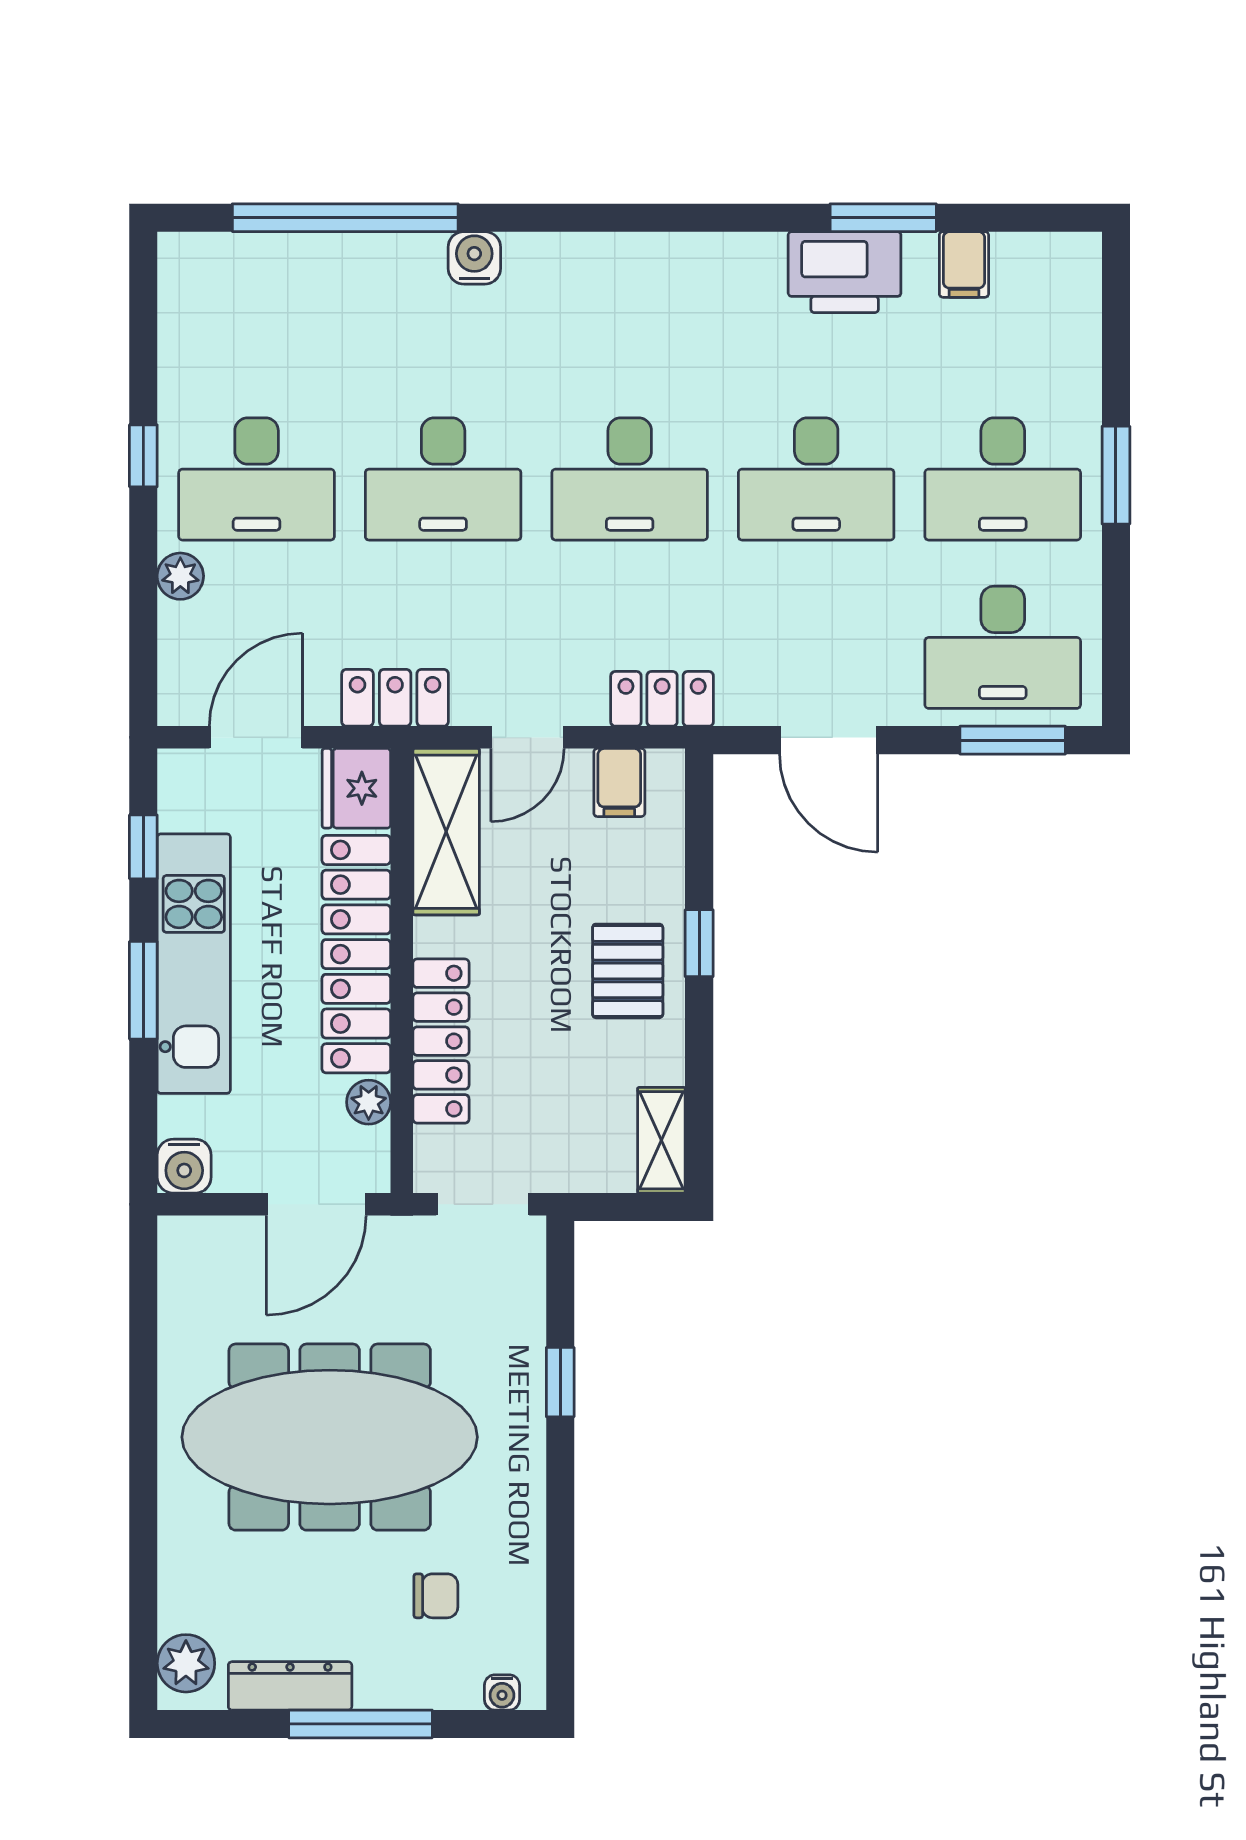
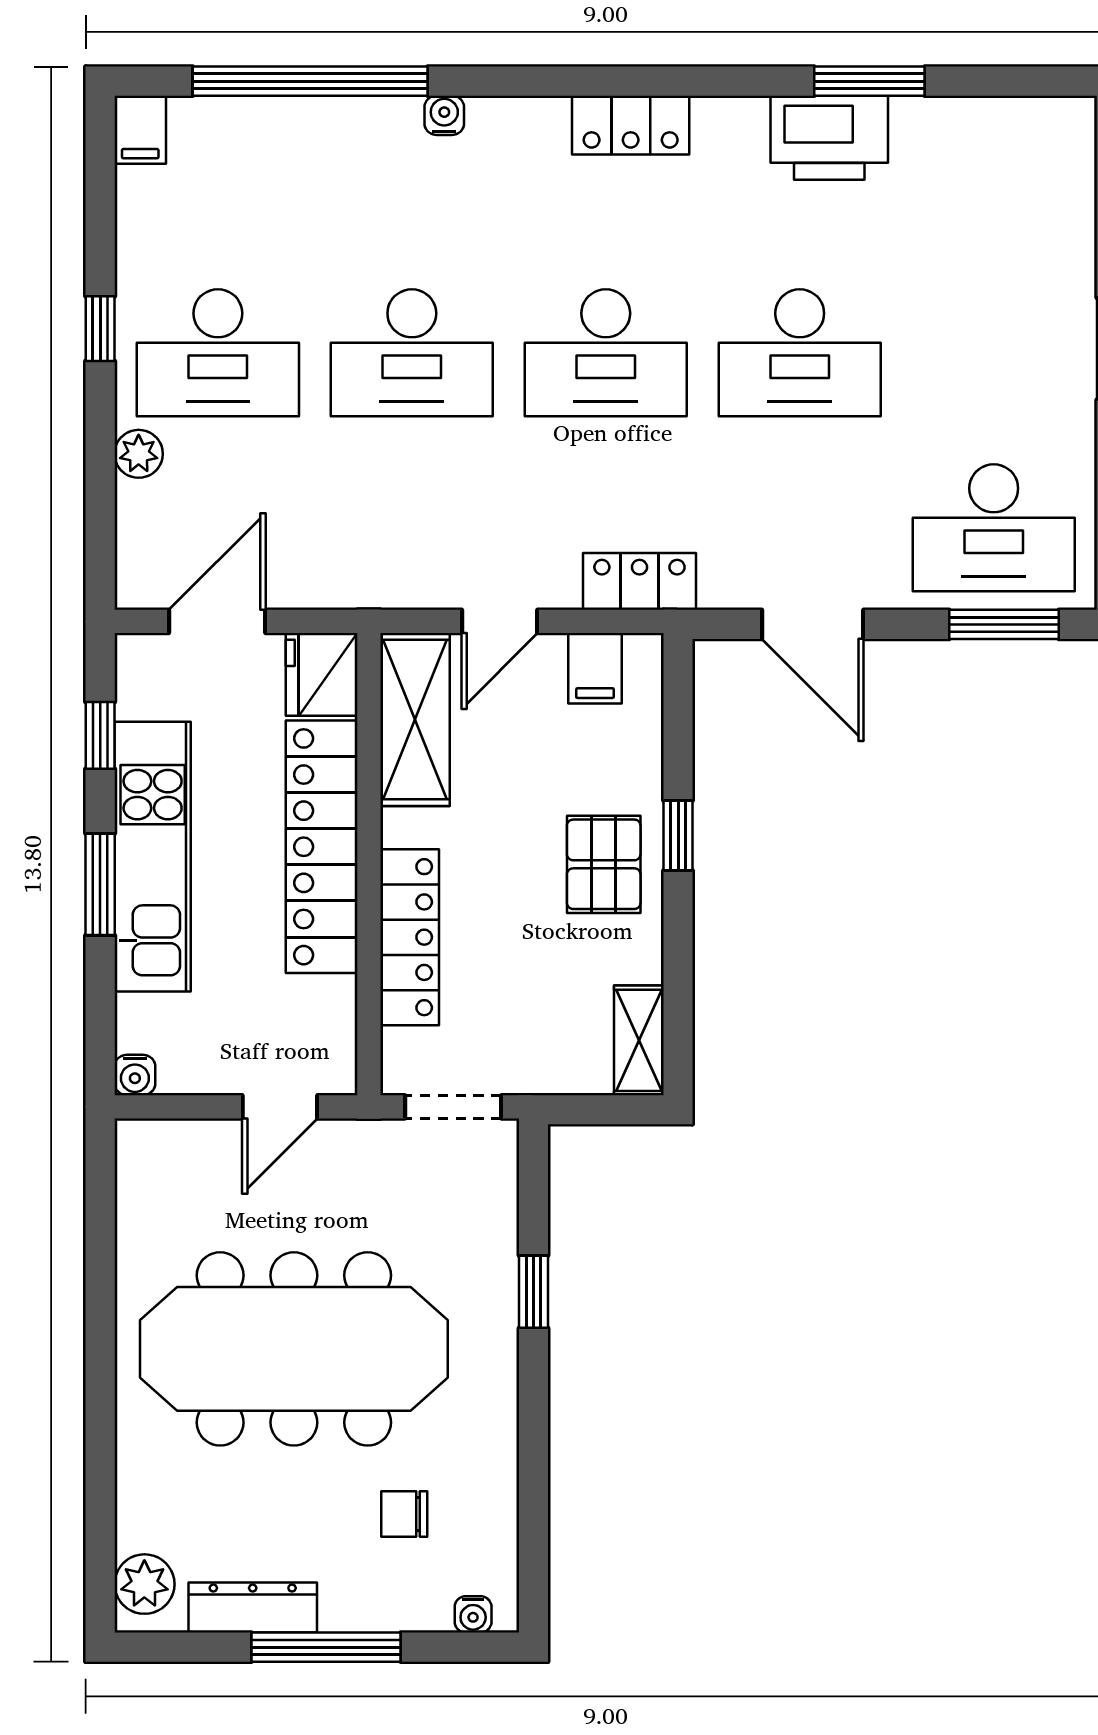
water cooler: (474, 258) -> (444, 115), width x0.72, depth x0.72
filing cabinet: (964, 264) -> (140, 130), moved
desk: (1003, 479) -> (994, 353), removed
locker: (395, 698) -> (631, 125), moved, turned 180
plant: (369, 1102) -> (334, 1001), removed
water cooler: (184, 1166) -> (135, 1075), width x0.72, depth x0.72
door: (316, 1204) -> (280, 1107), width x0.73
chair: (436, 1596) -> (404, 1514), turned 180

